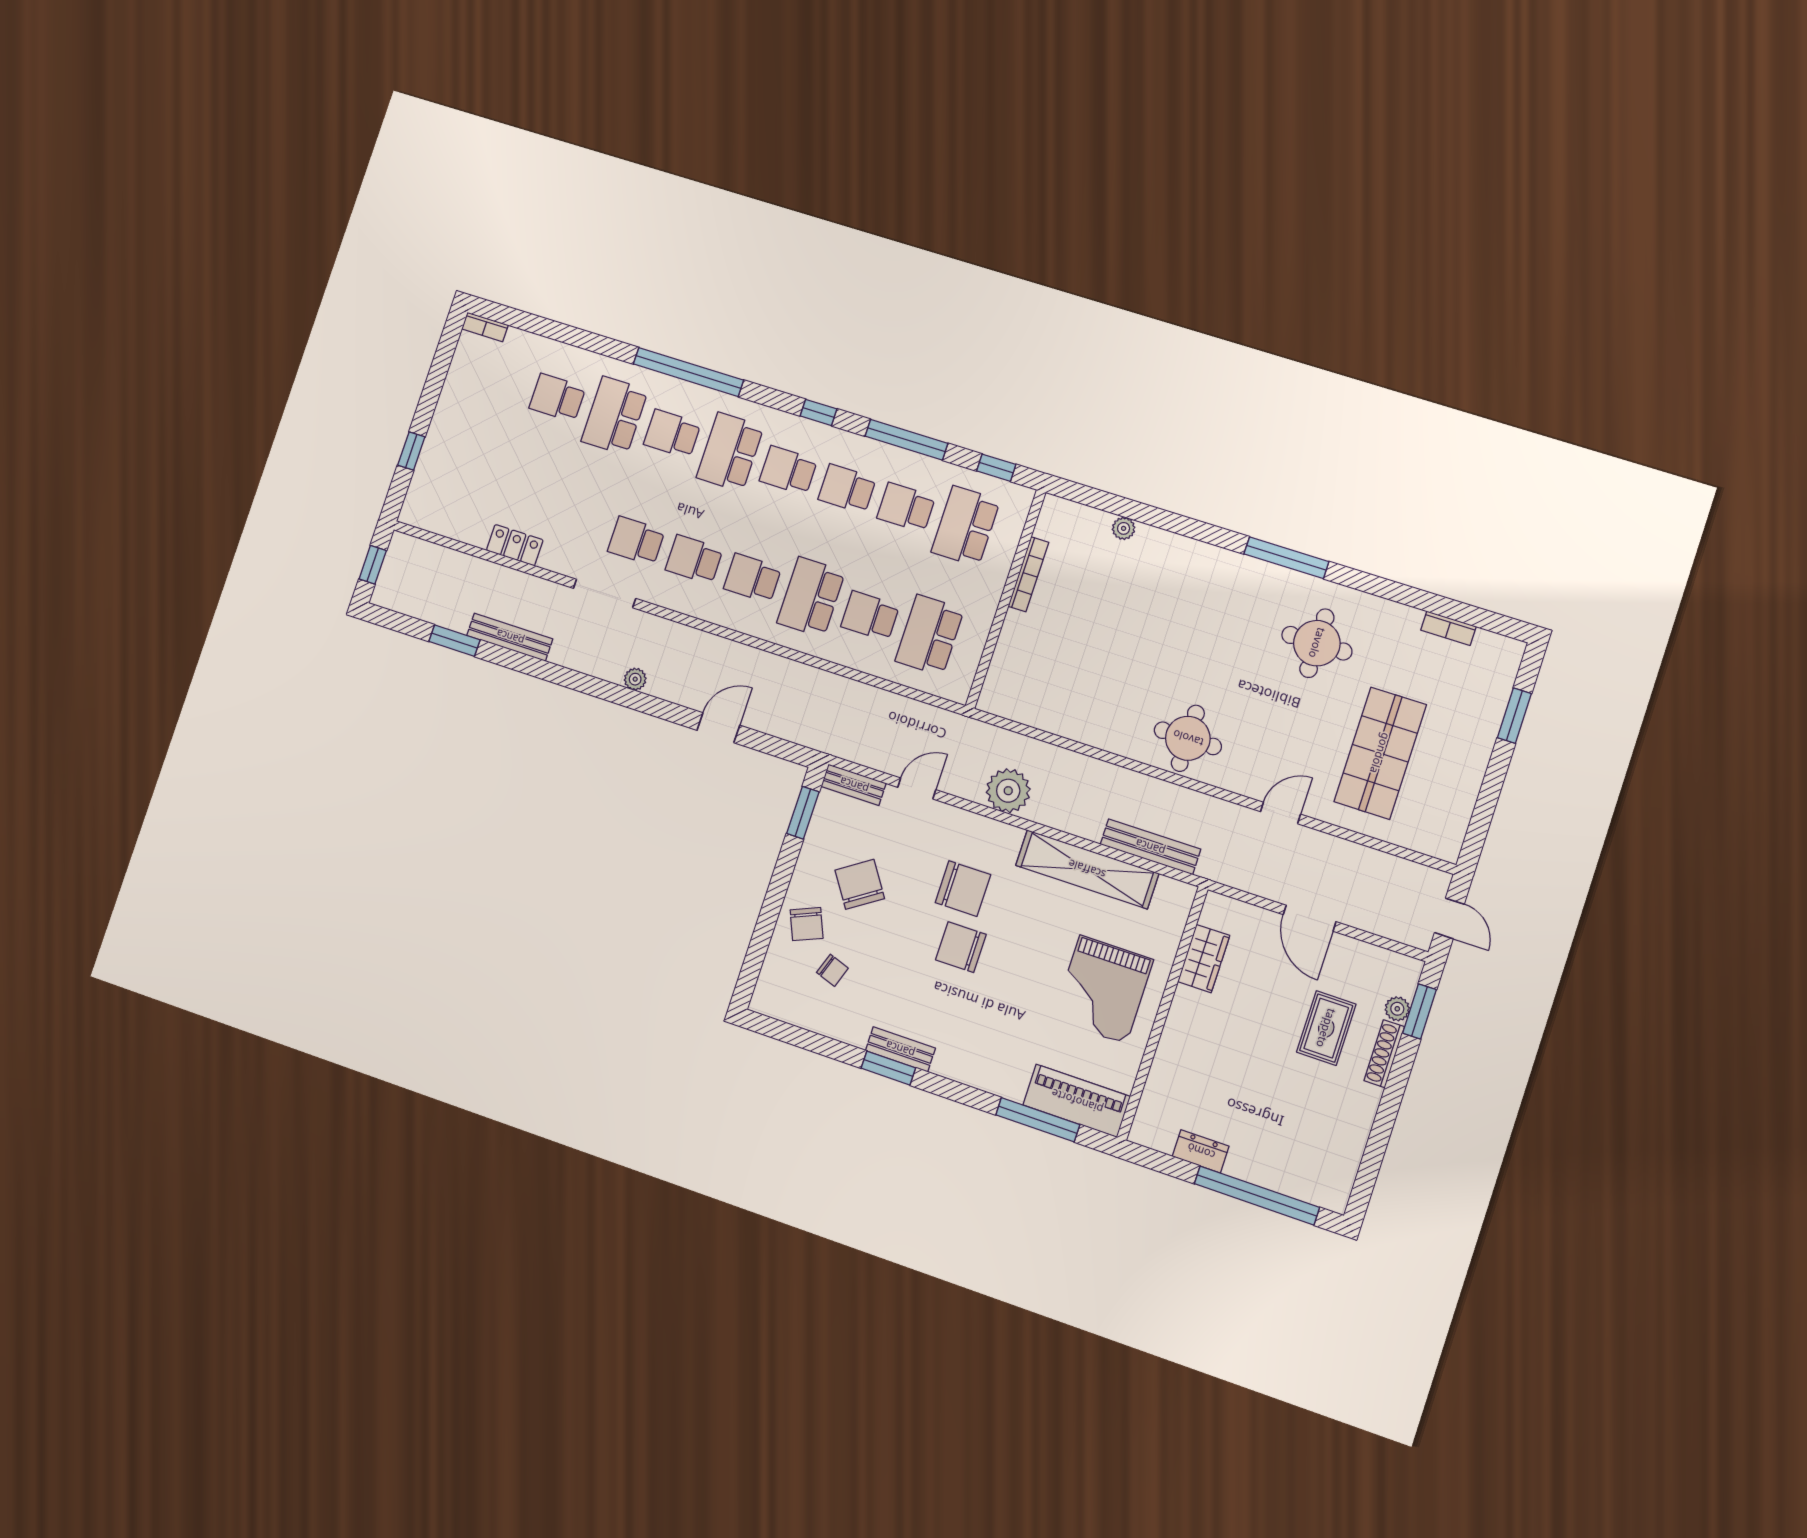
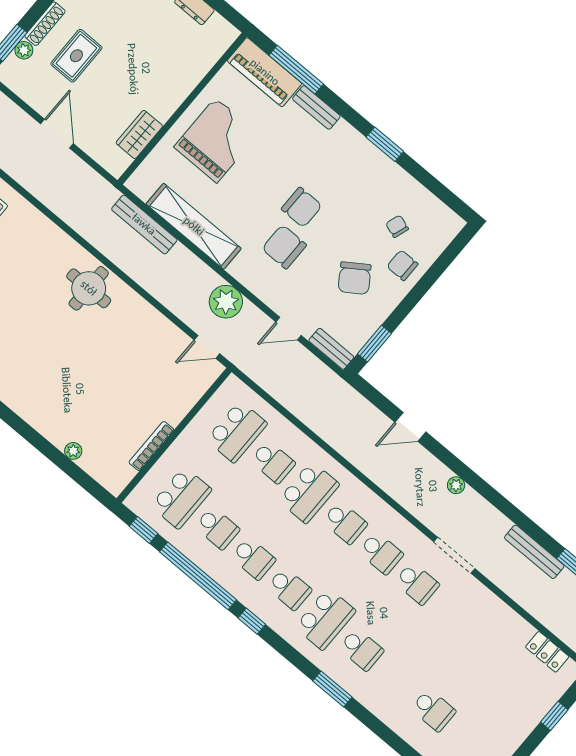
window: (688, 372) -> (332, 689), width x0.47
school desk: (615, 416) -> (397, 680), removed
window: (906, 440) -> (198, 576), width x1.46
locker: (515, 545) -> (547, 652), moved
door: (1281, 813) -> (207, 347), moved
chair: (807, 924) -> (402, 265), turned -67
bench: (900, 1049) -> (316, 107), moved

